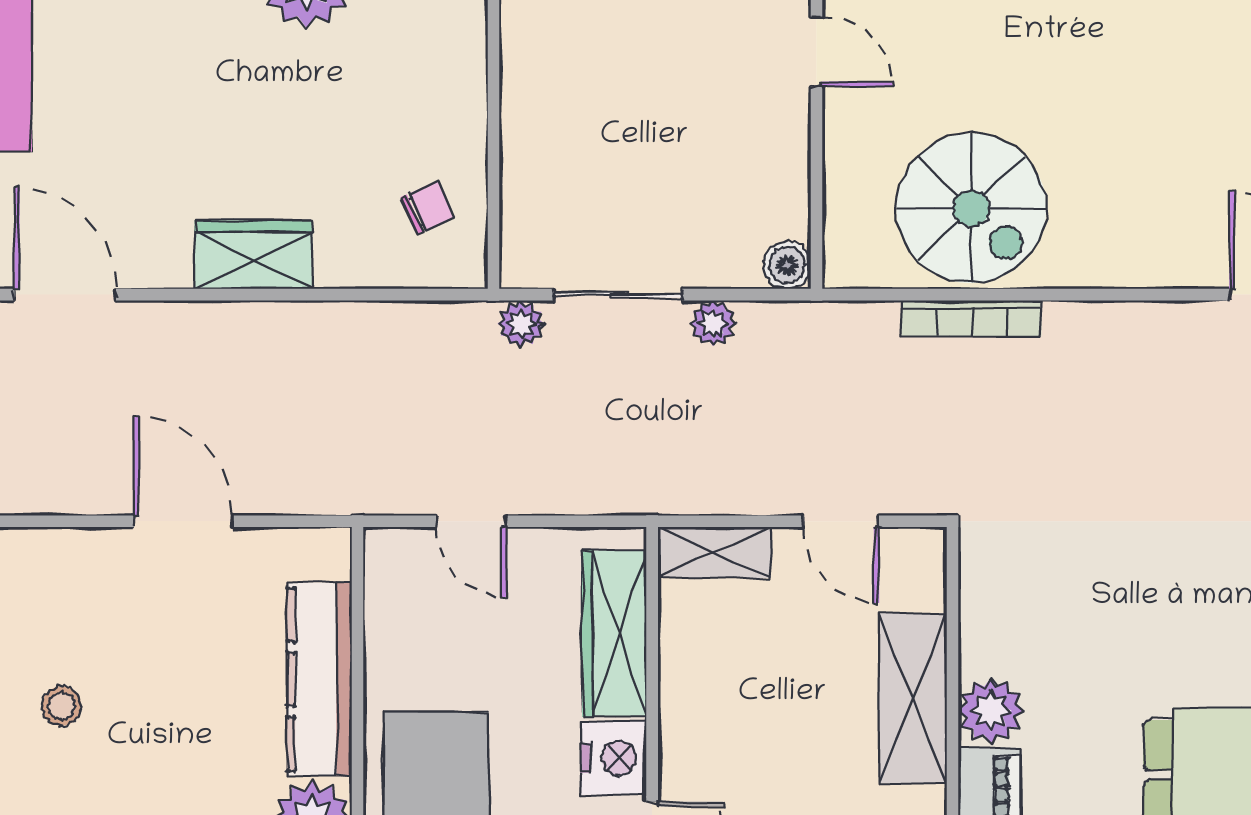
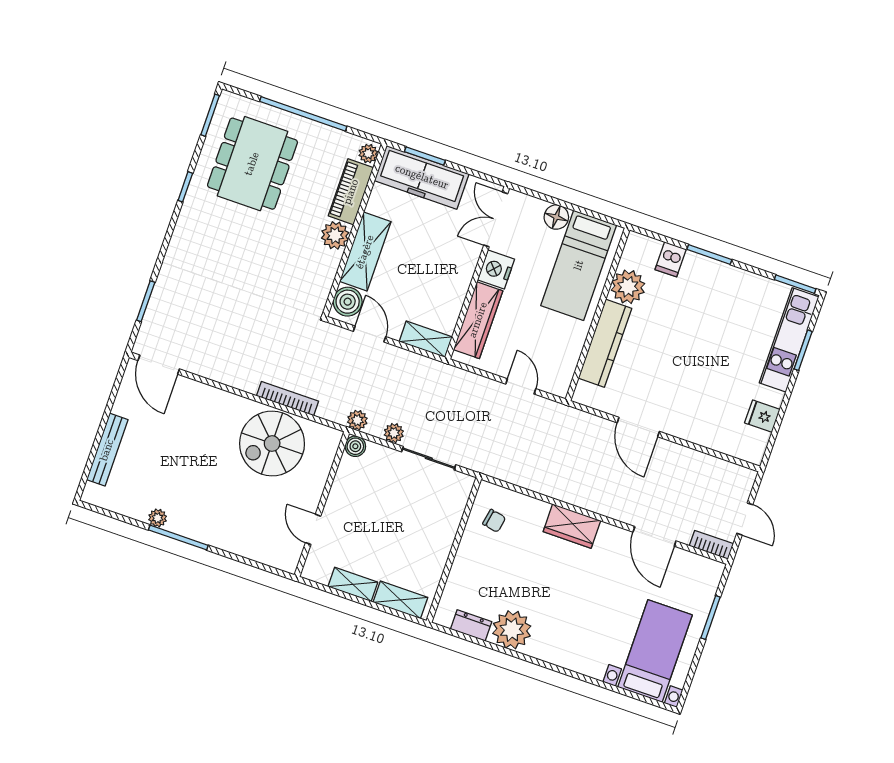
chair: (427, 207) -> (494, 521), turned -145
spiral stairs: (971, 208) -> (272, 444), turned -90
plant: (521, 324) -> (357, 420), moved
boiler: (913, 575) -> (348, 302), added
stool: (62, 706) -> (714, 369), removed

